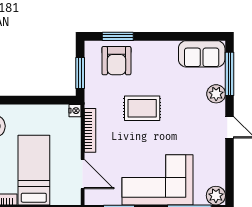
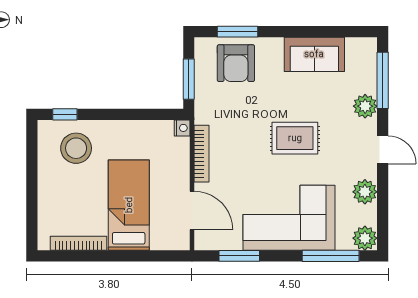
sofa: (202, 54) -> (314, 54), moved
rug: (142, 108) -> (295, 138), moved
plant: (216, 160) -> (365, 192), added

